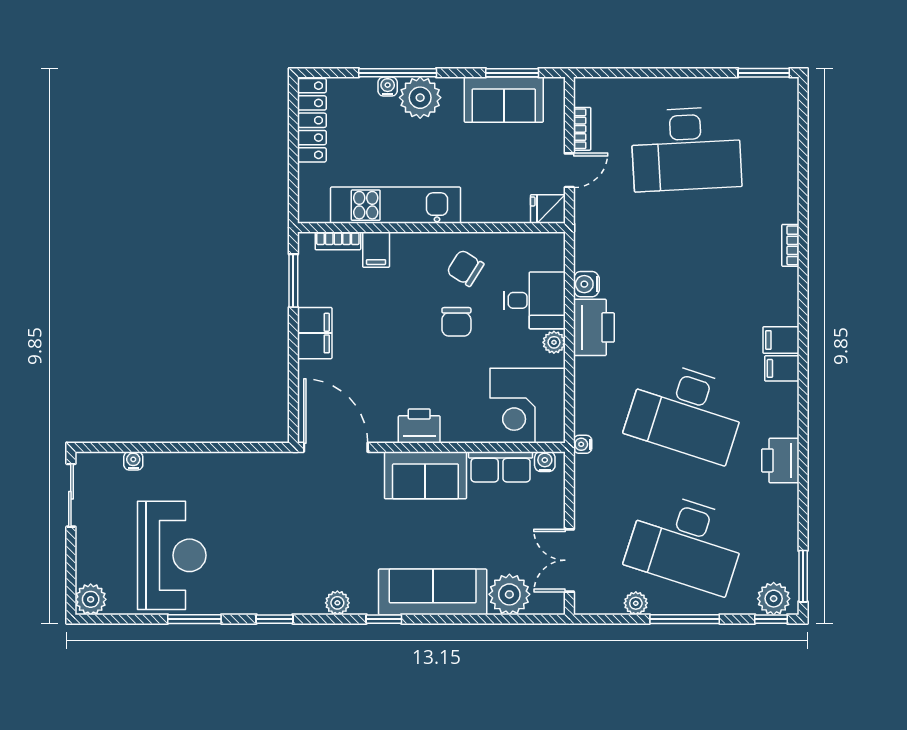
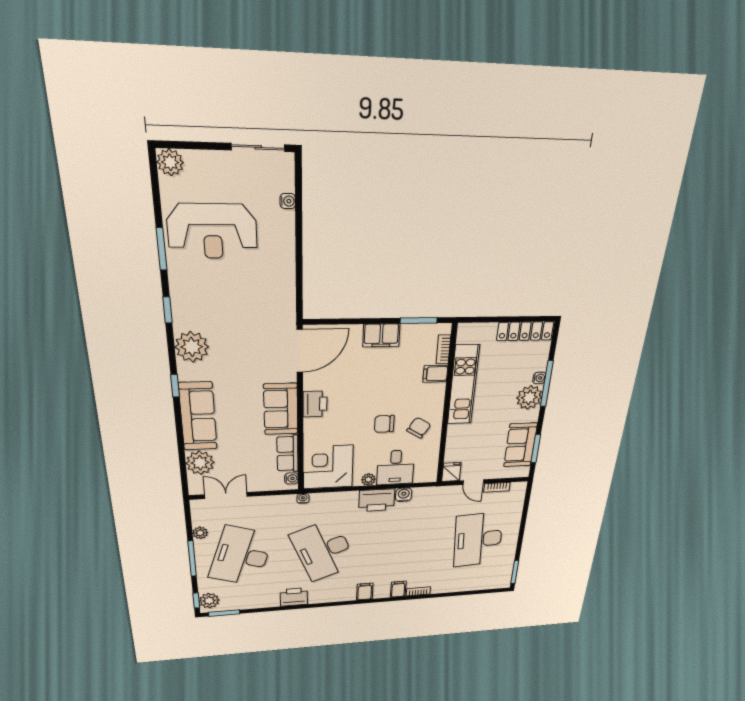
filing cabinet: (782, 368) -> (398, 589), moved
desk: (686, 412) -> (323, 550), turned -39
plant: (337, 603) -> (192, 347), width x1.88, depth x1.88

